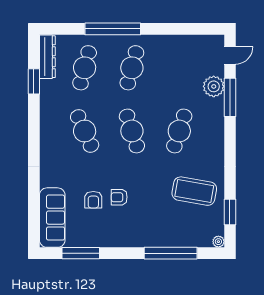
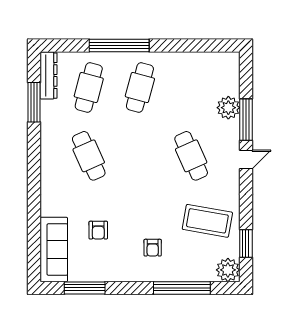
door: (230, 55) -> (246, 159), moved
window: (34, 81) -> (34, 102), width x1.44
cafe table: (132, 131) -> (140, 156), removed
cafe table: (179, 131) -> (191, 156), turned -42
armchair: (119, 197) -> (153, 248), moved, turned -90
plant: (218, 242) -> (228, 270), width x1.88, depth x1.88

